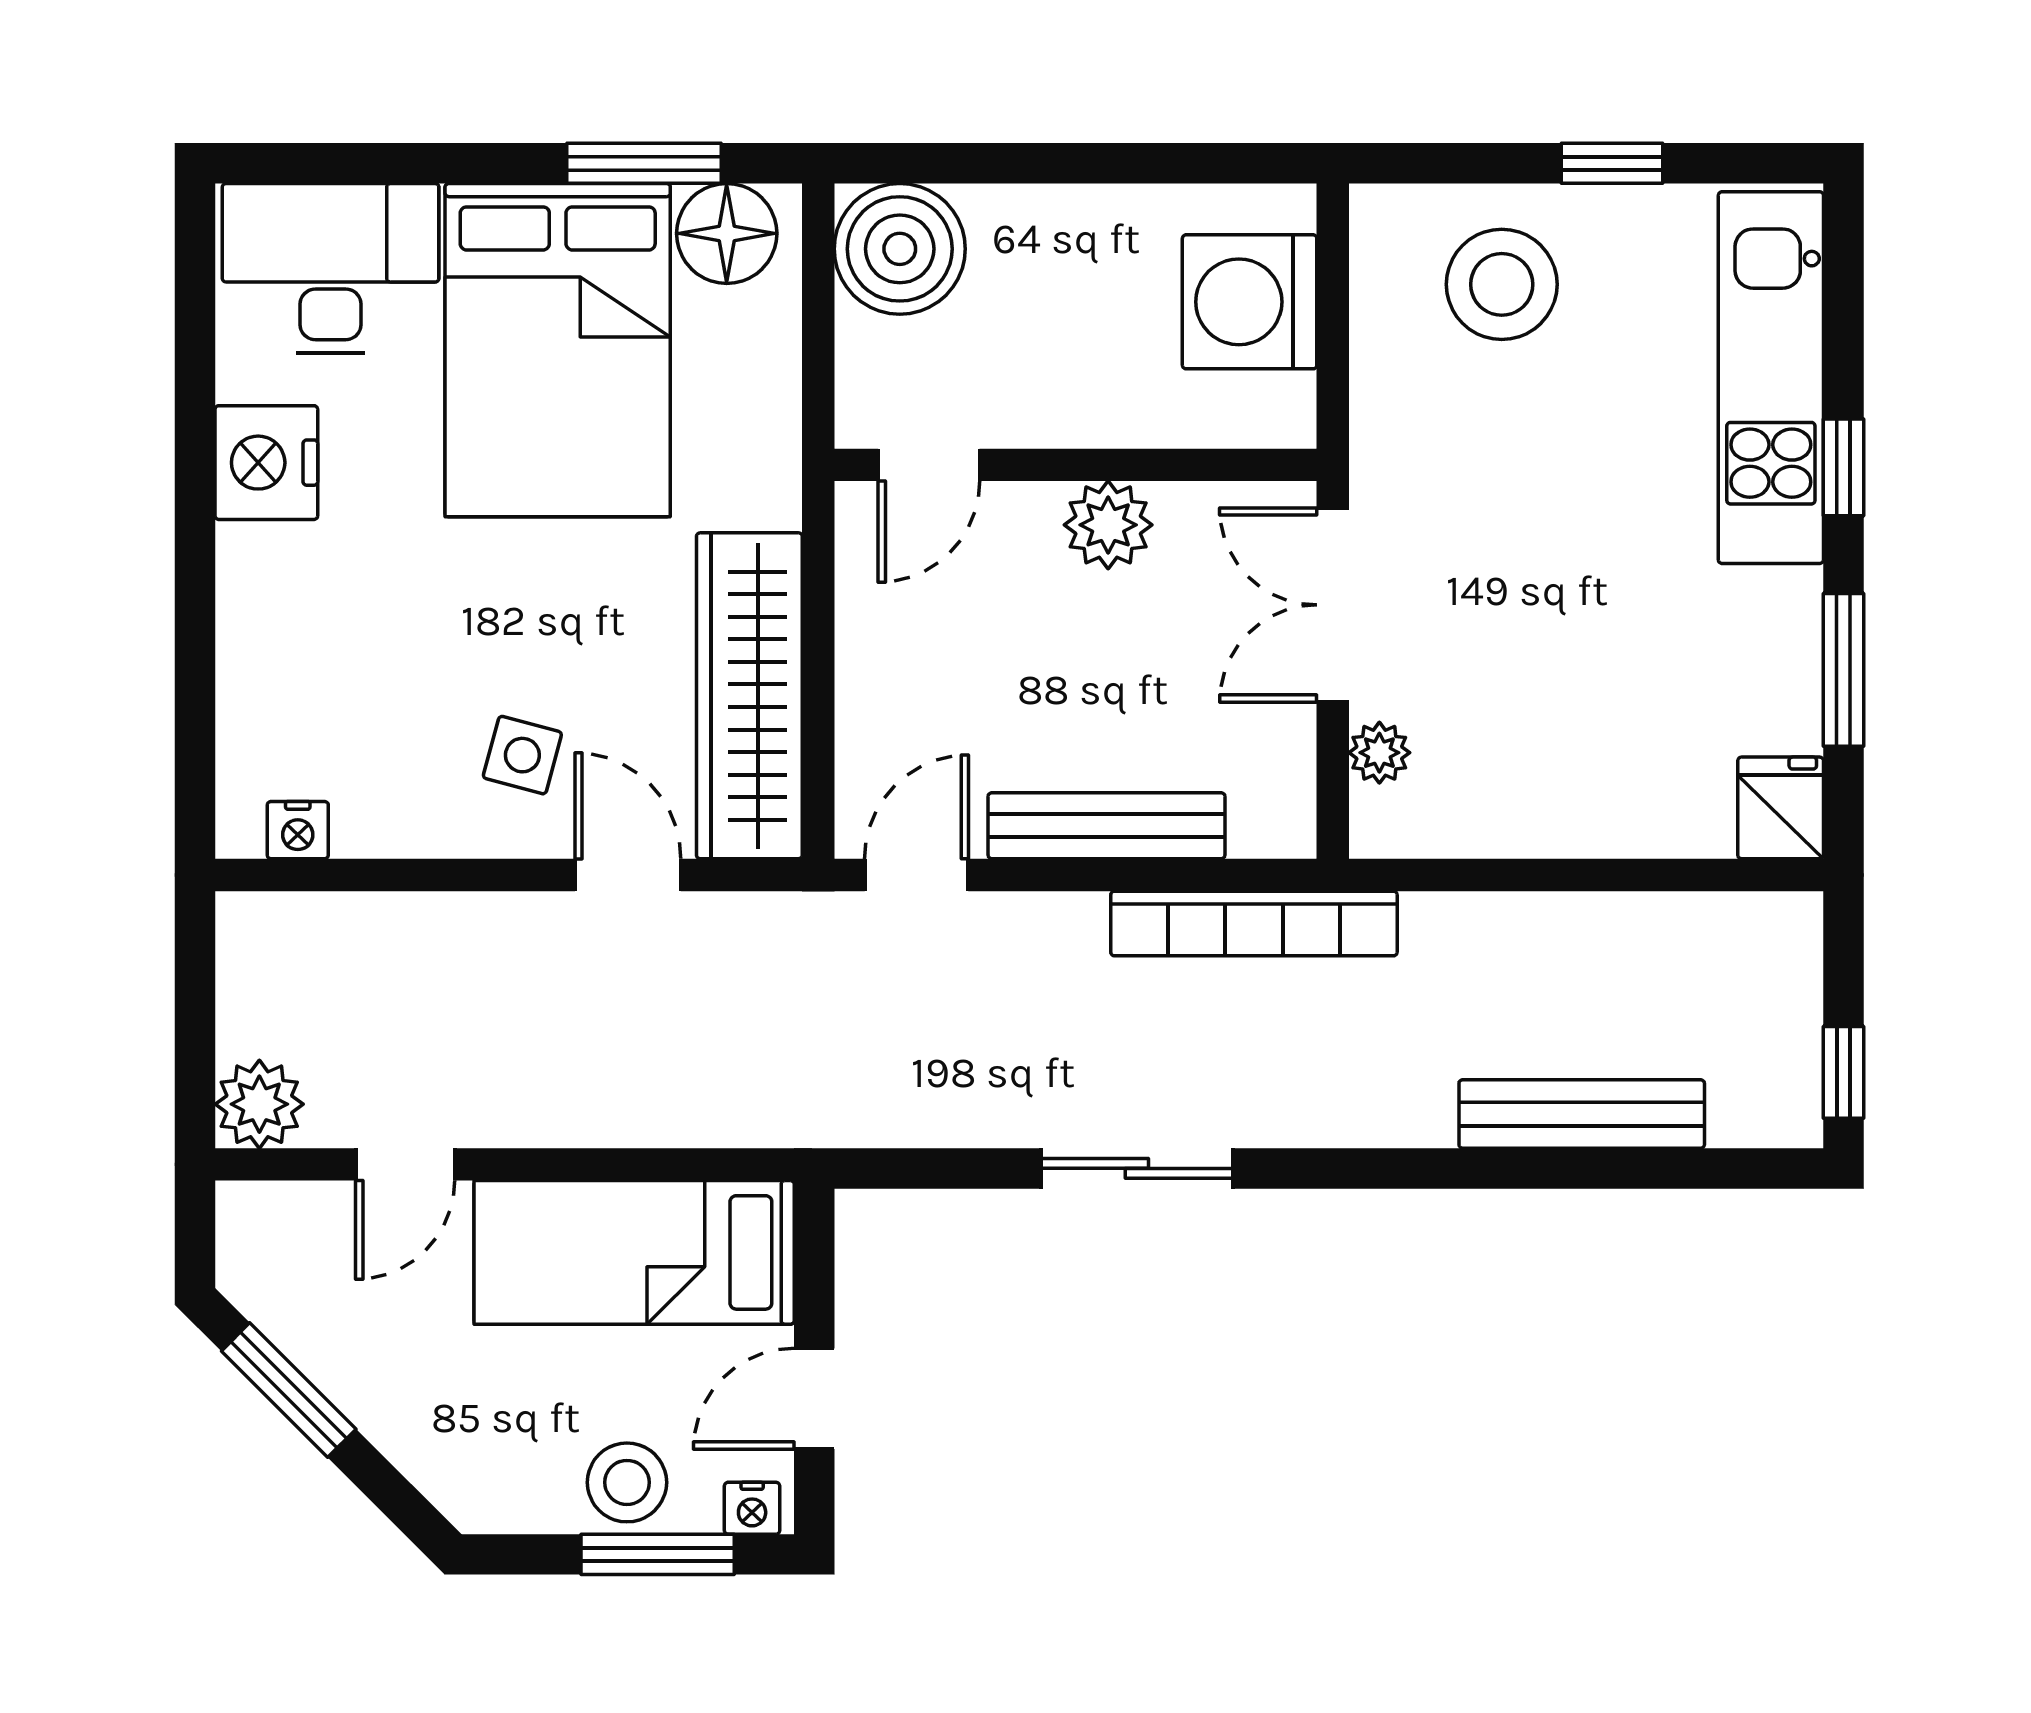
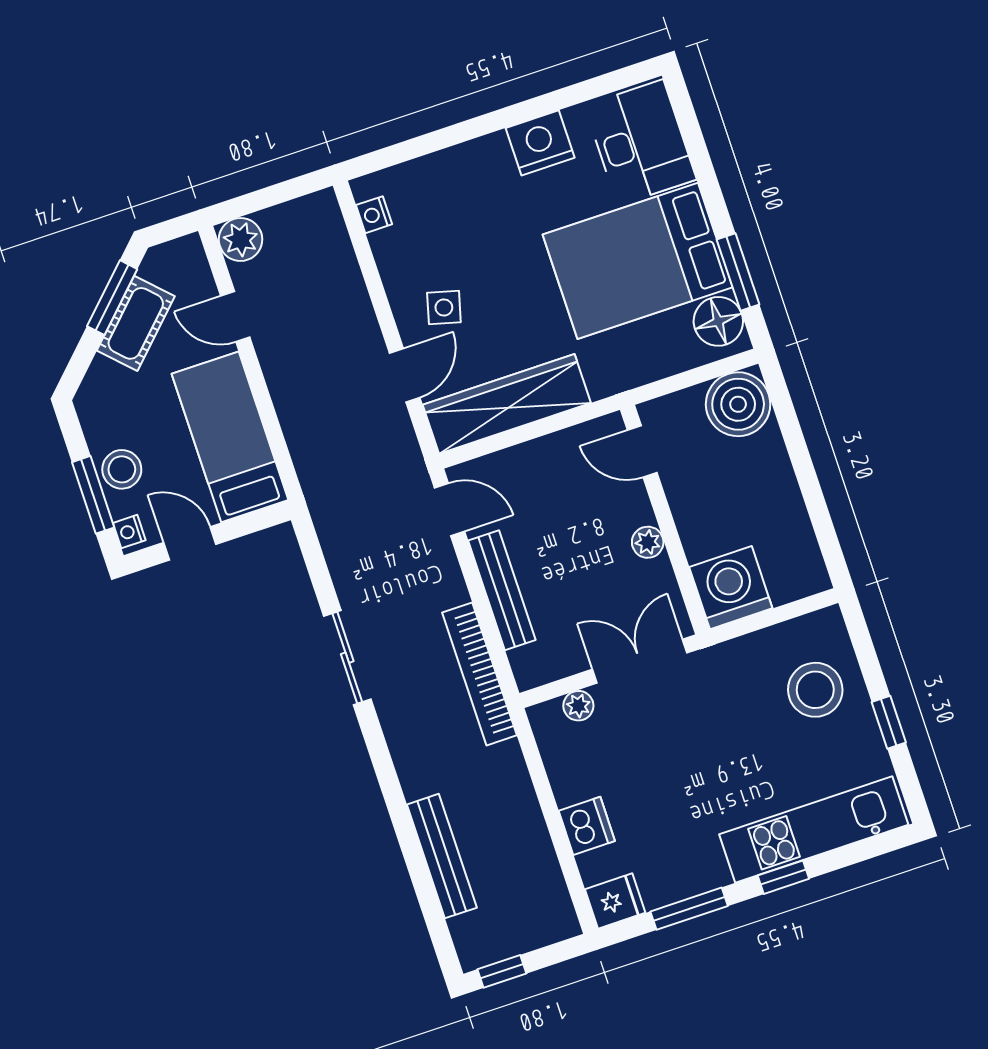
washing machine: (1250, 302) -> (731, 588), moved
plant: (1108, 525) -> (648, 542), width x0.73, depth x0.73
dishwasher: (1617, 814) -> (587, 826), added
cot: (354, 1361) -> (136, 323), added

